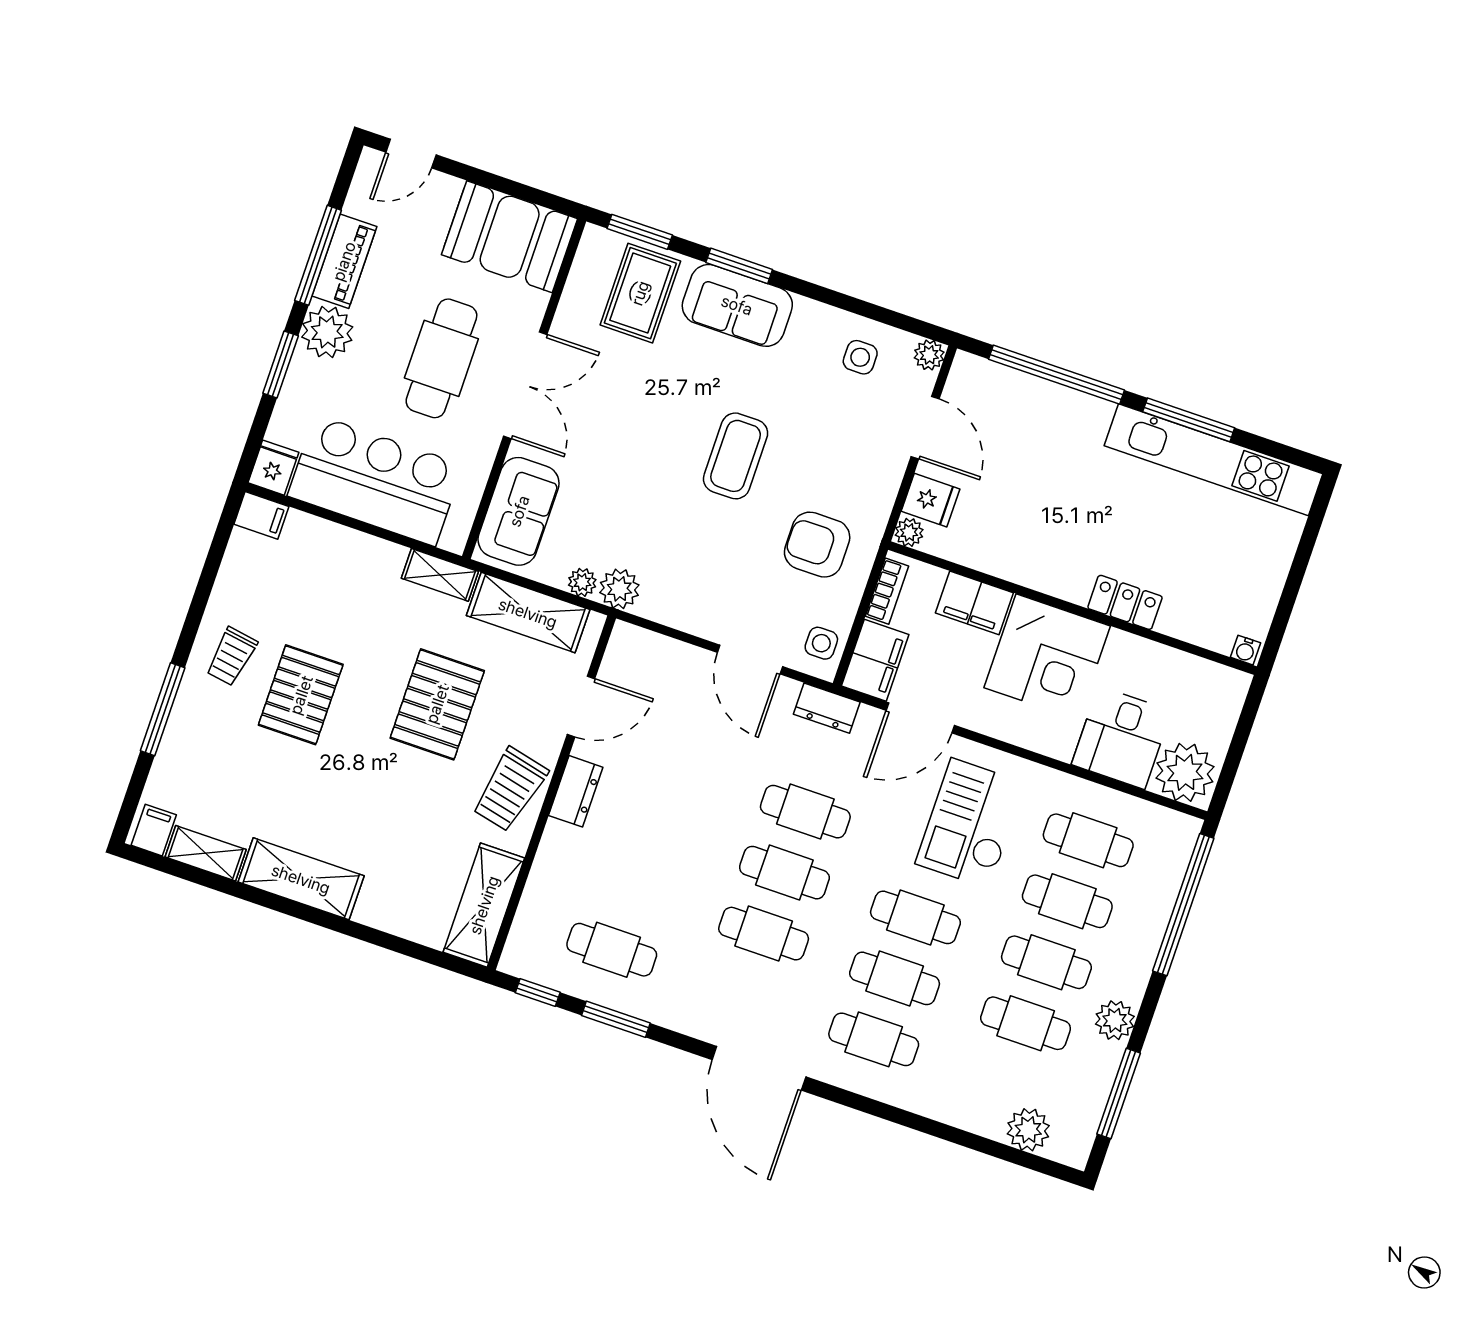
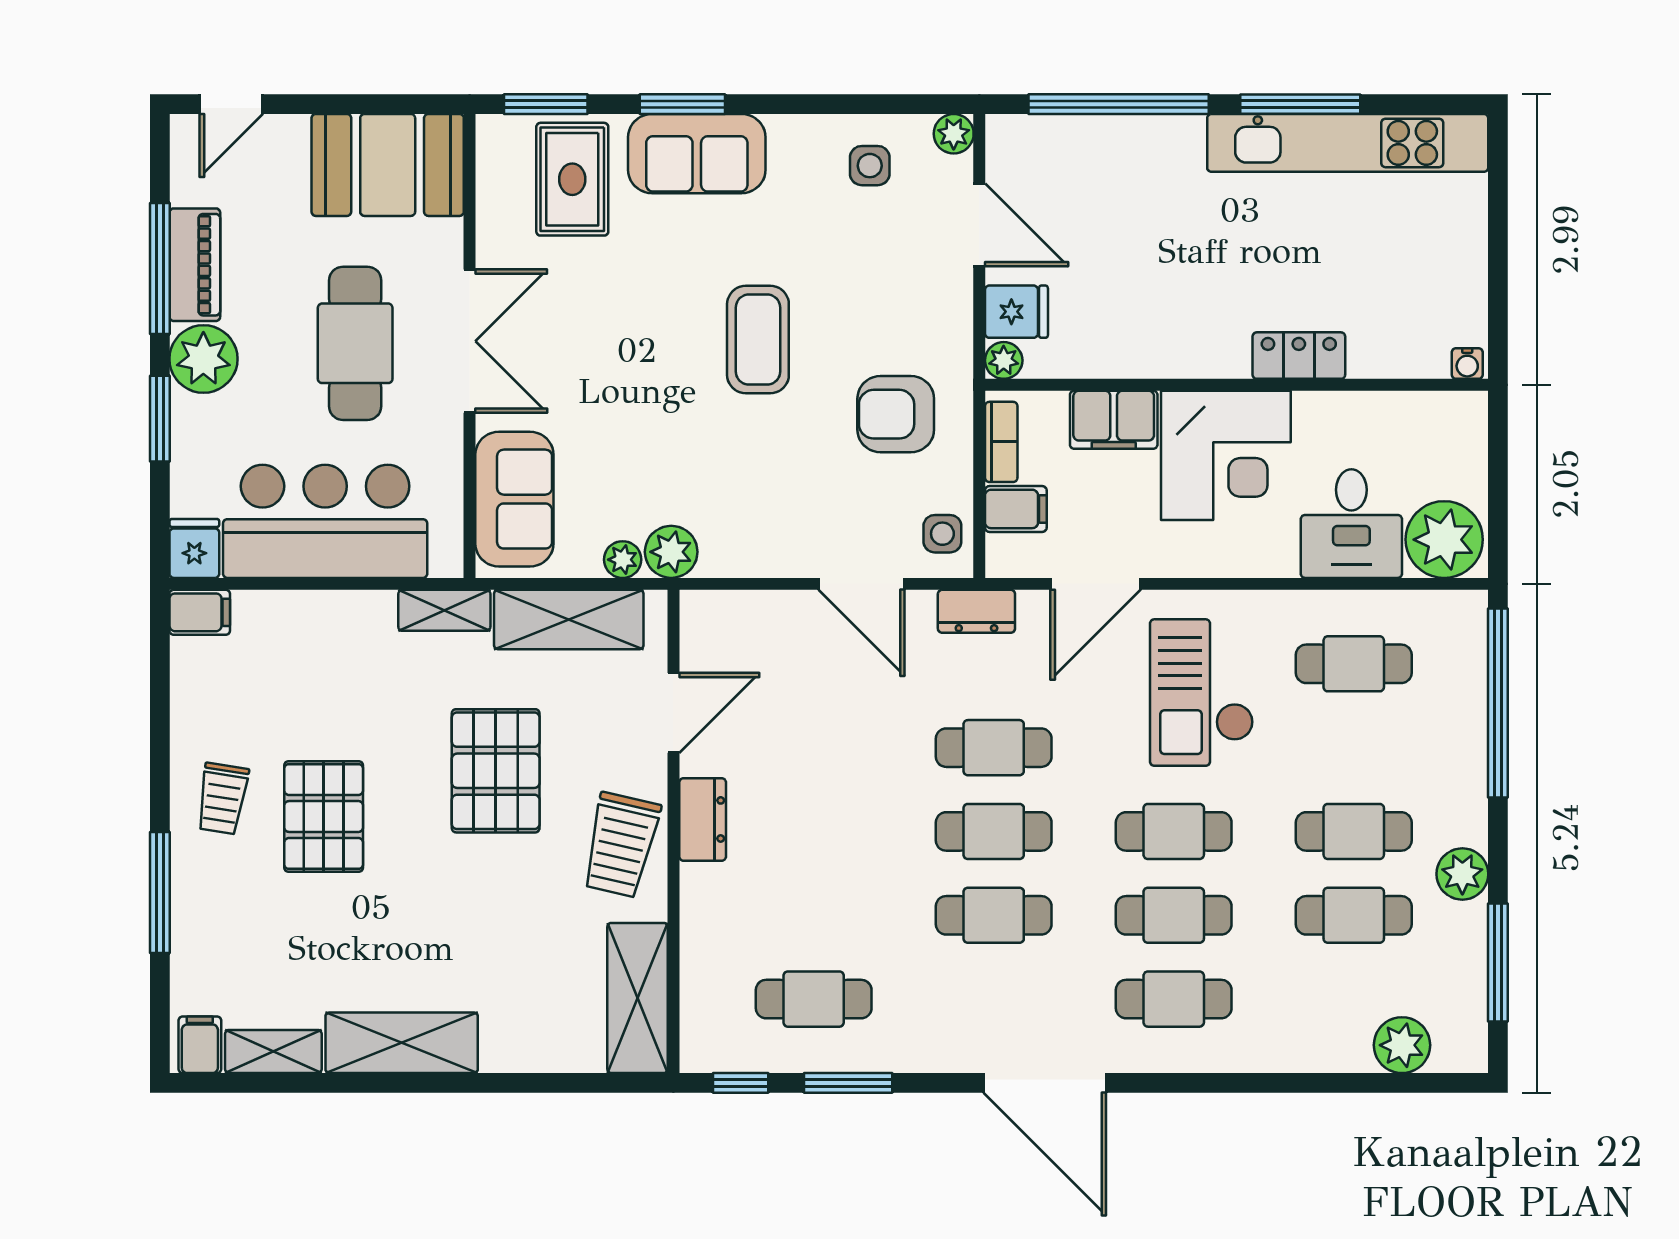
filing cabinet: (875, 660) -> (1016, 509), width x0.50
cafe table: (1067, 901) -> (1354, 748), removed

